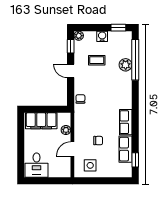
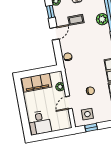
door: (71, 71) -> (55, 34), swing flipped
window: (92, 181) -> (91, 127), added

